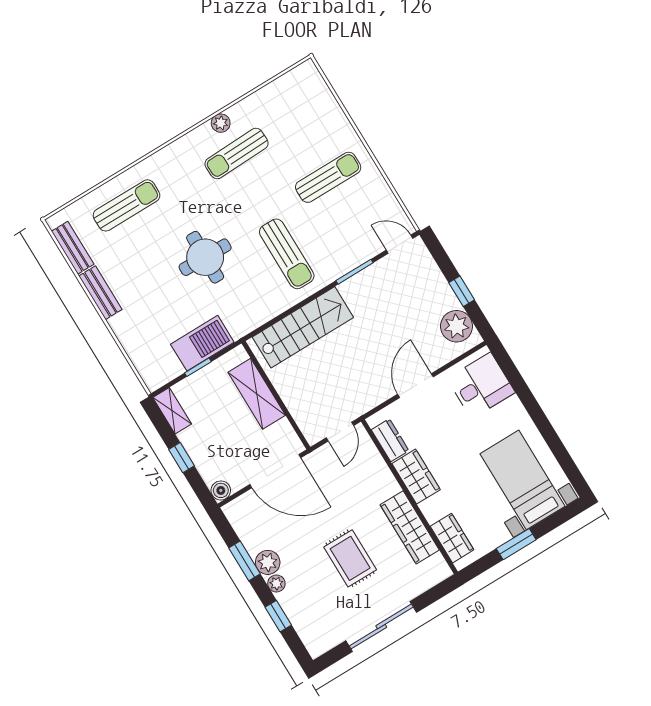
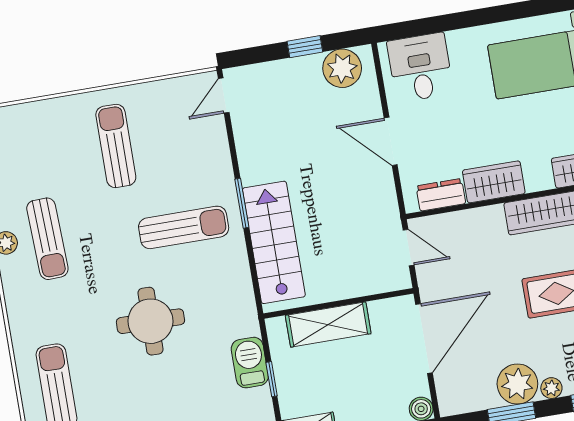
window: (354, 272) -> (242, 203), moved
barbecue: (202, 343) -> (250, 363), width x0.73, depth x0.83
plant: (268, 562) -> (517, 384), width x1.36, depth x1.36

